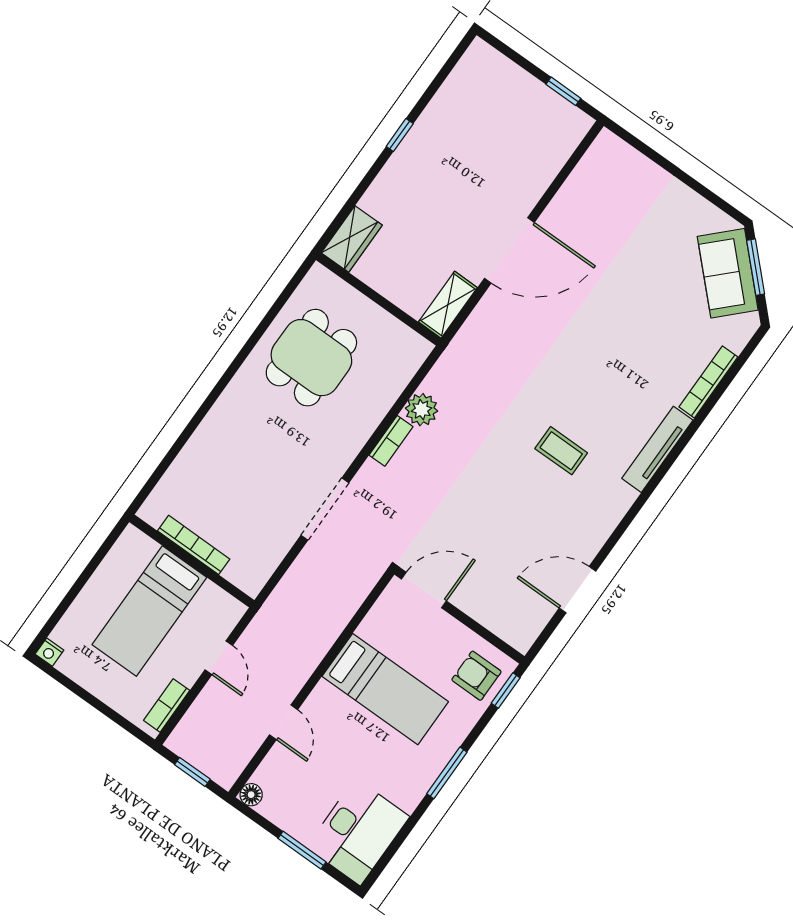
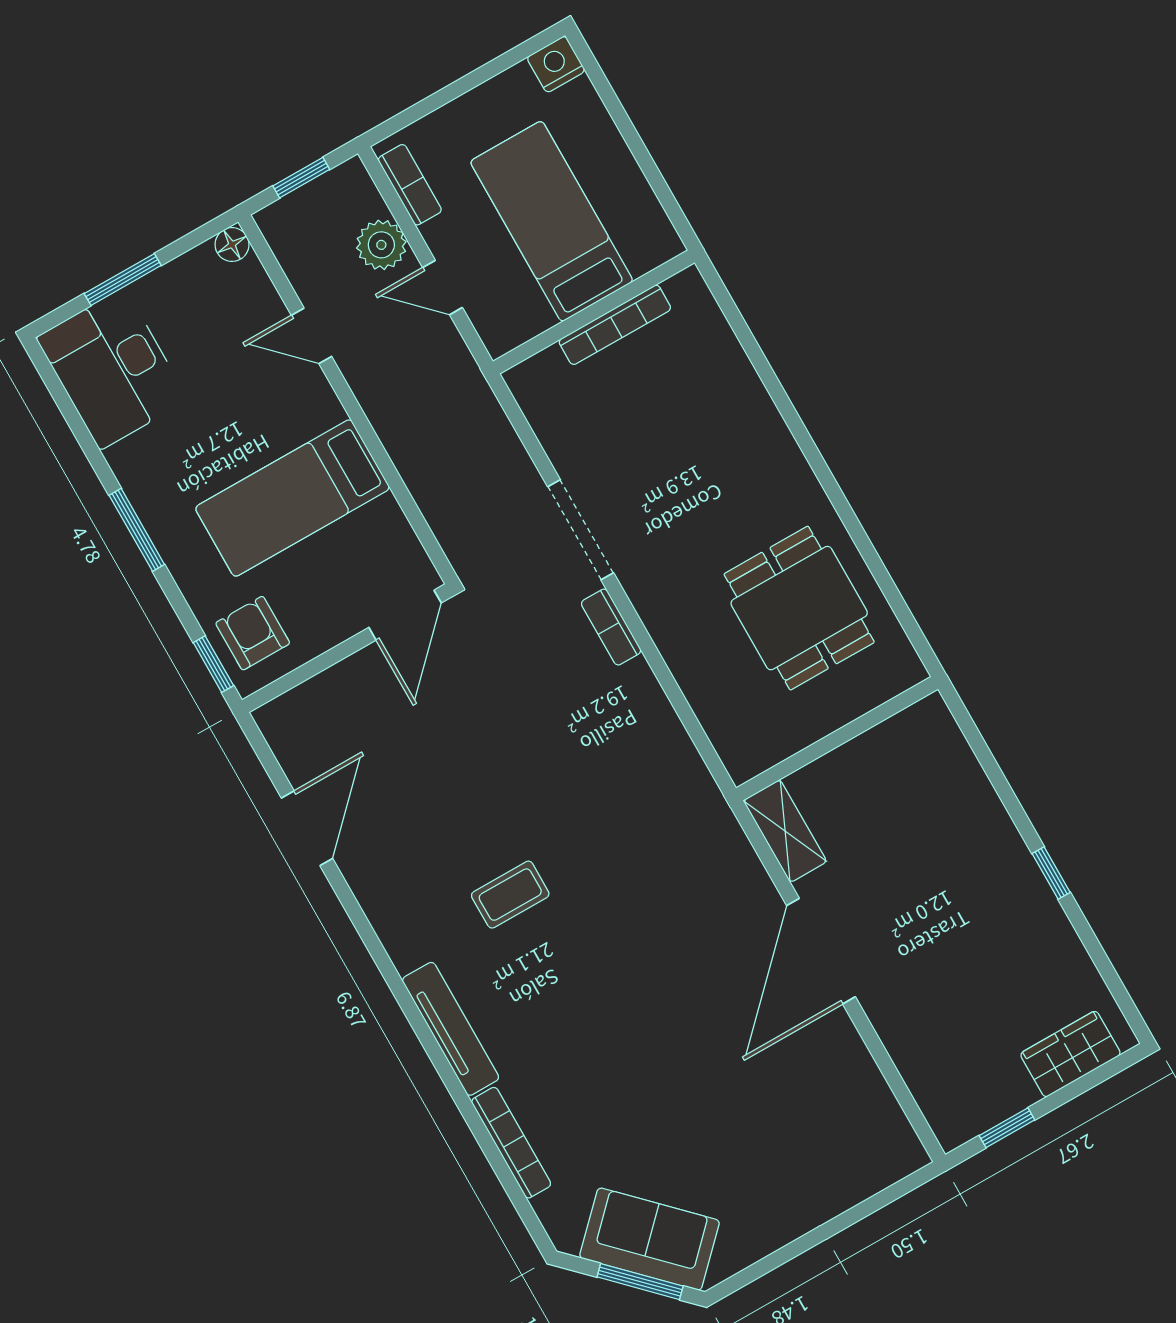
wardrobe: (352, 239) -> (1070, 1054), moved, turned 90
plant: (422, 410) -> (381, 245), moved
bookcase: (391, 441) -> (611, 627), moved
nightstand: (49, 652) -> (556, 64), width x1.39, depth x1.35
armchair: (476, 676) -> (253, 633), turned -90

